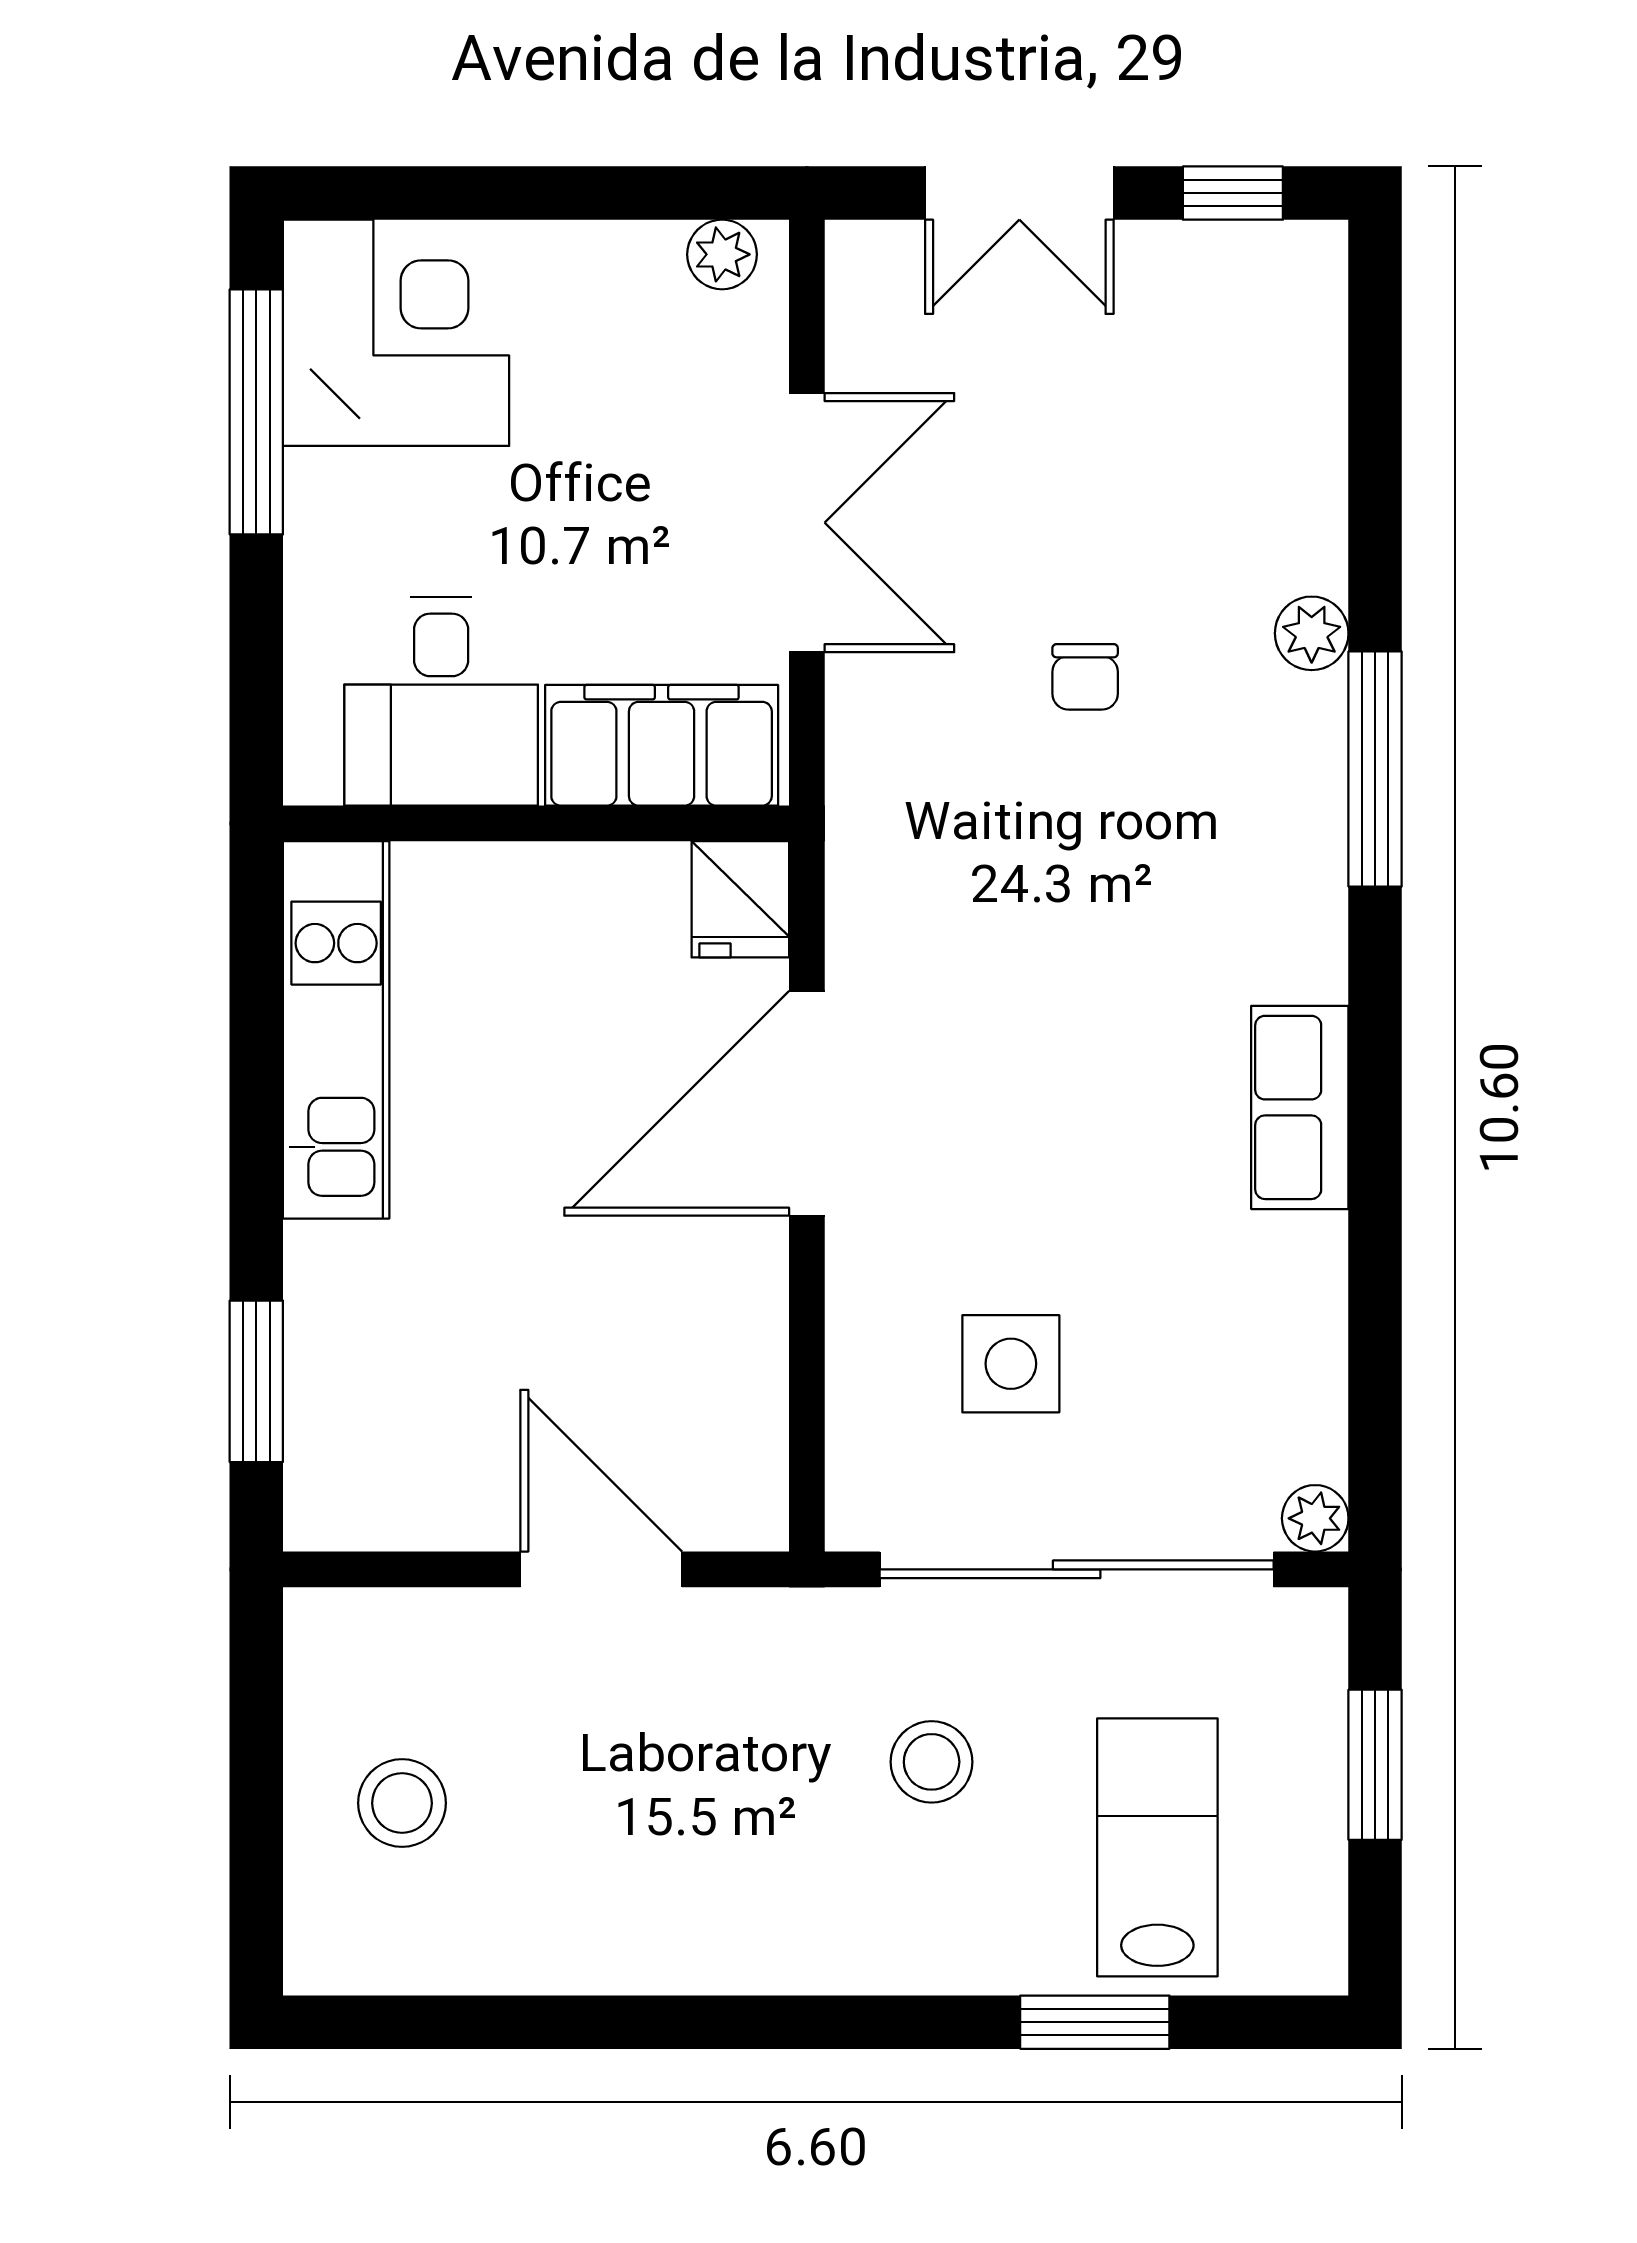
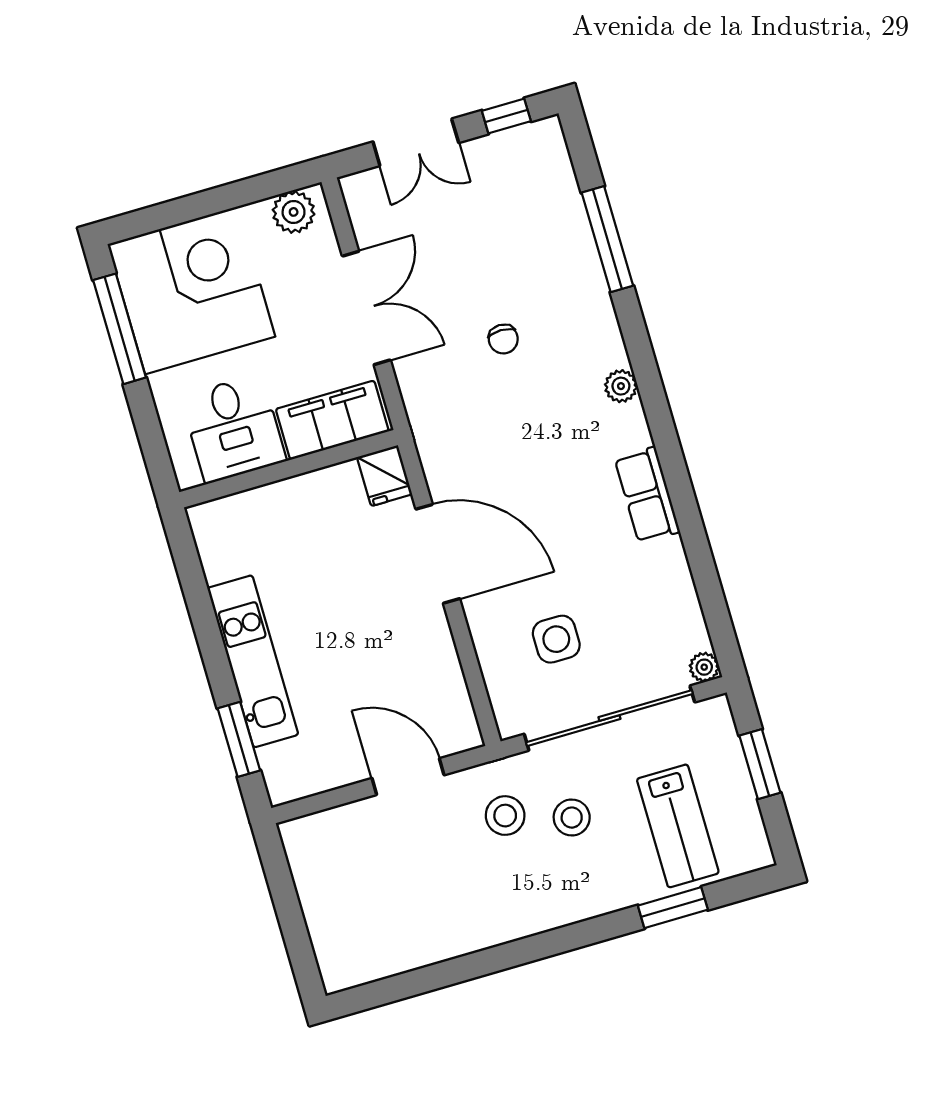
plant: (722, 254) -> (294, 212), width x1.38, depth x1.38
corner desk: (396, 333) -> (191, 290), width x1.36, depth x1.36
plant: (1312, 633) -> (621, 386), moved
window: (1375, 769) -> (607, 239), moved
kitchen unit: (336, 1030) -> (253, 661), moved
door: (807, 1103) -> (438, 554), swing flipped
stool: (402, 1803) -> (505, 816), moved
lab bench: (1157, 1847) -> (678, 826), turned 180

